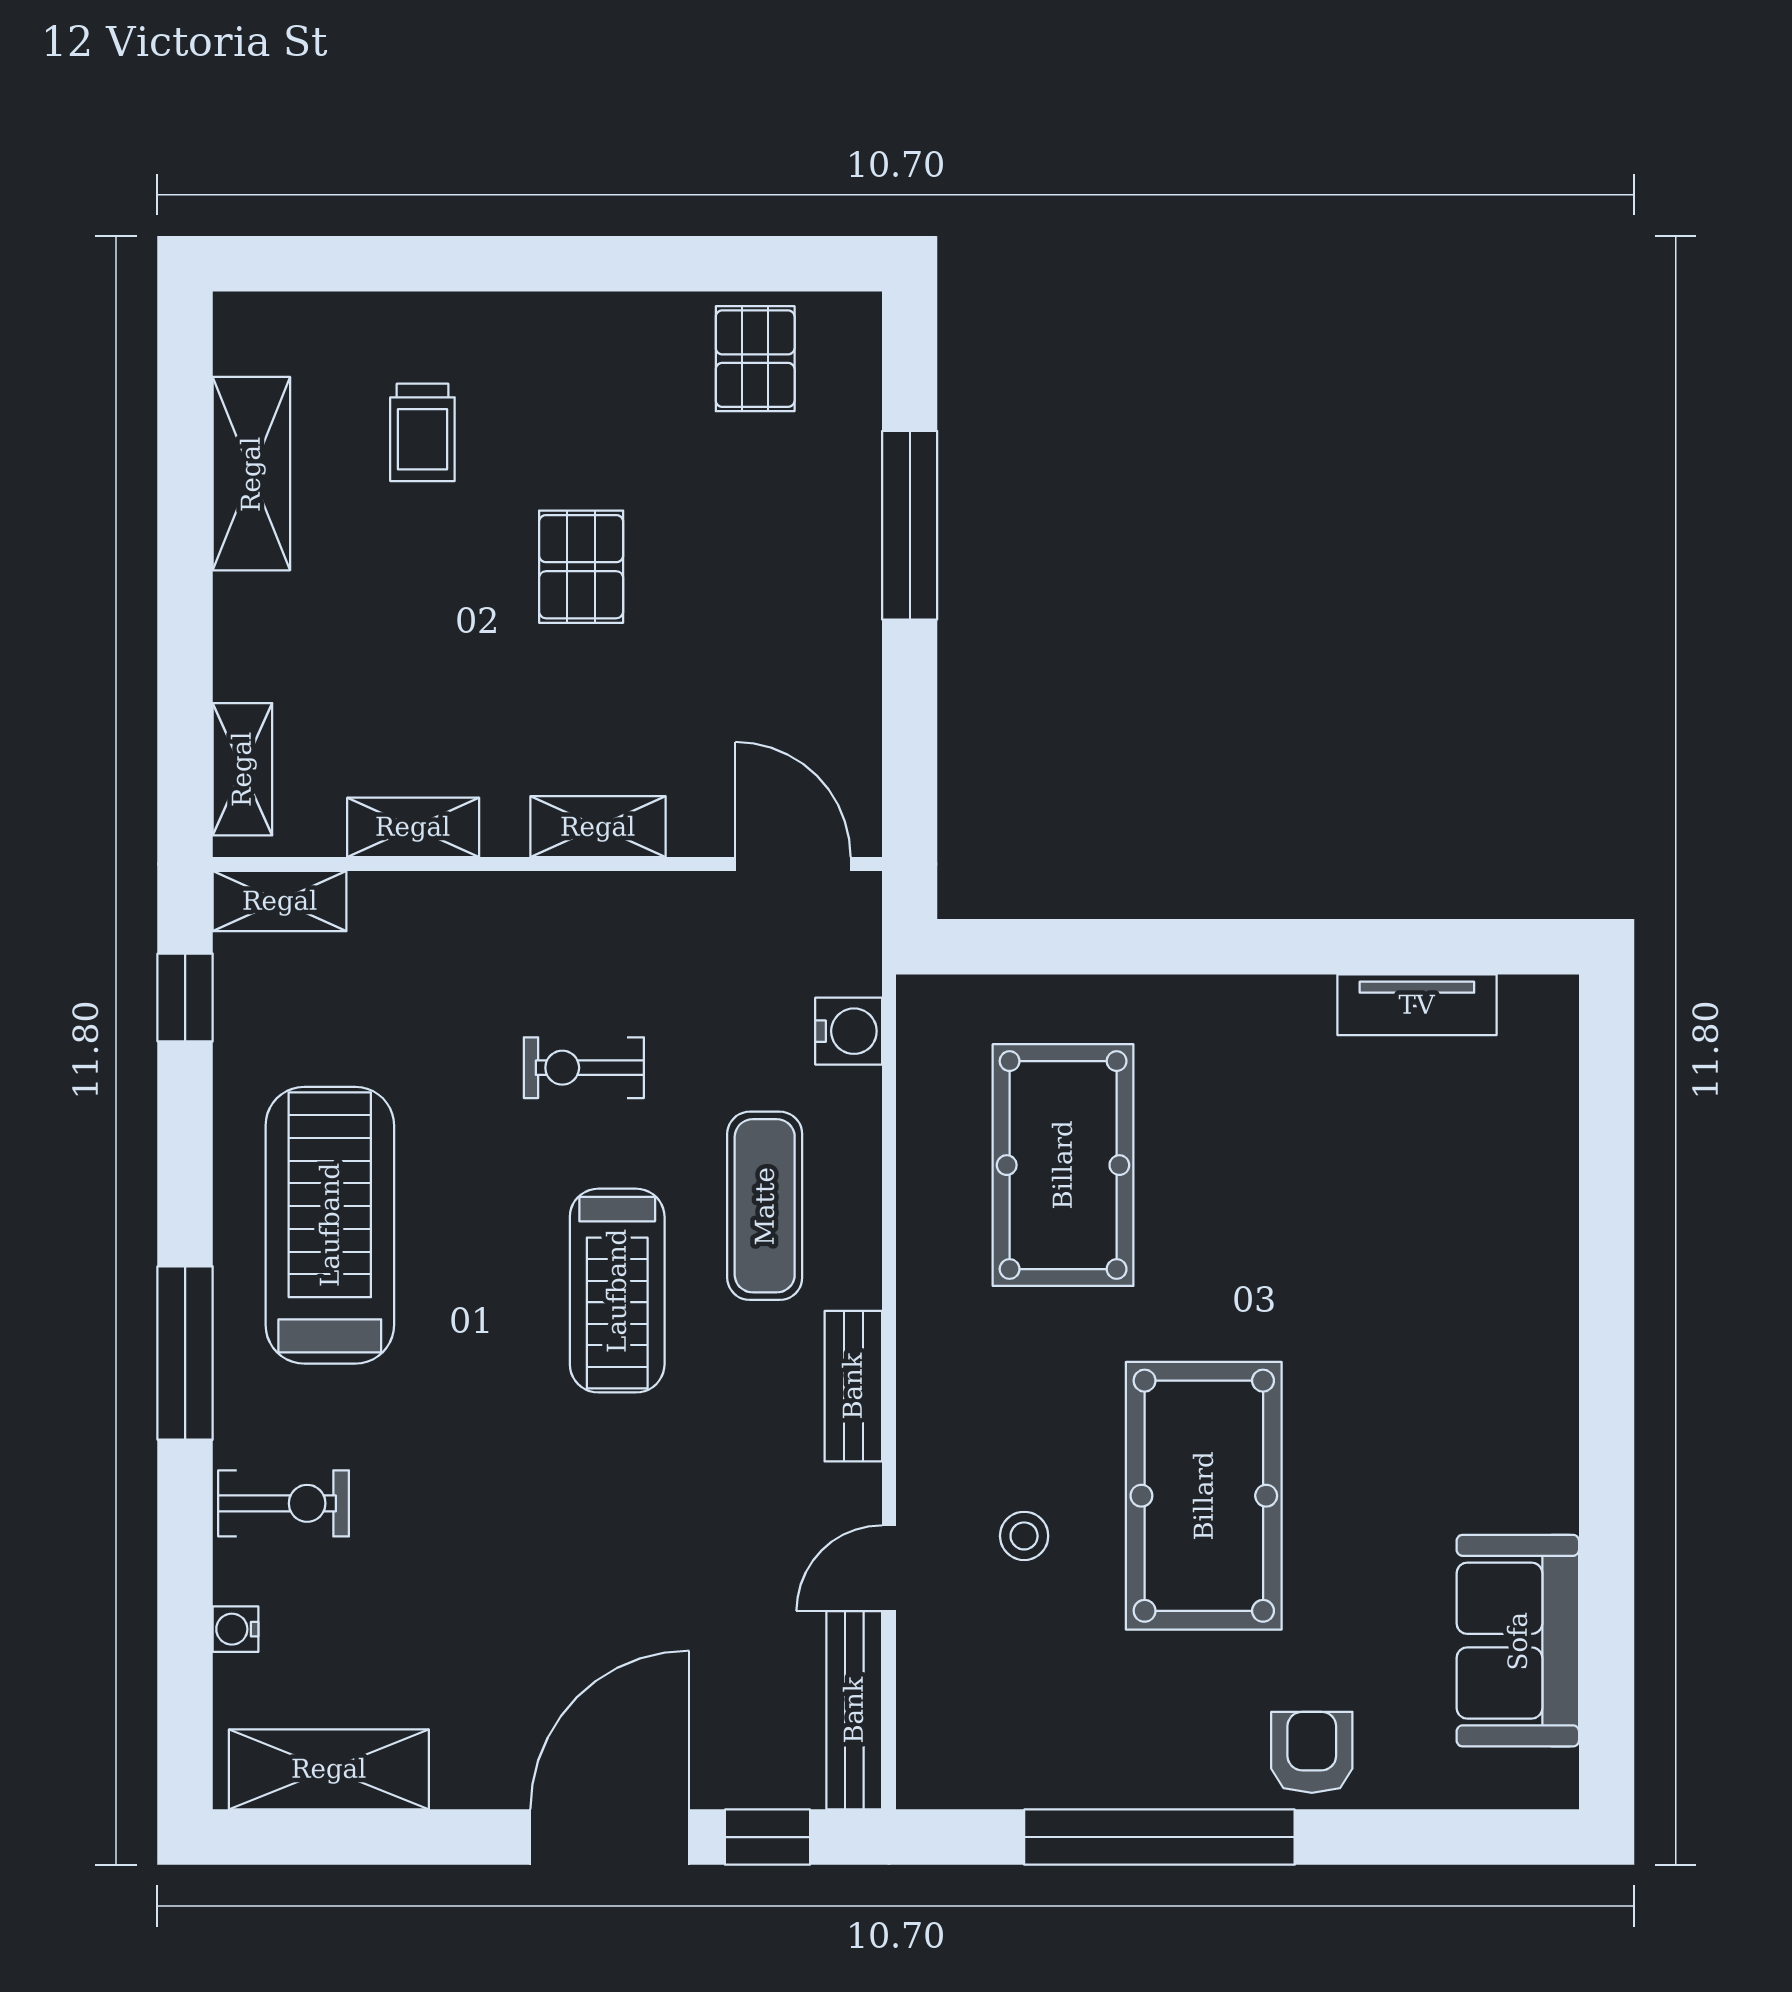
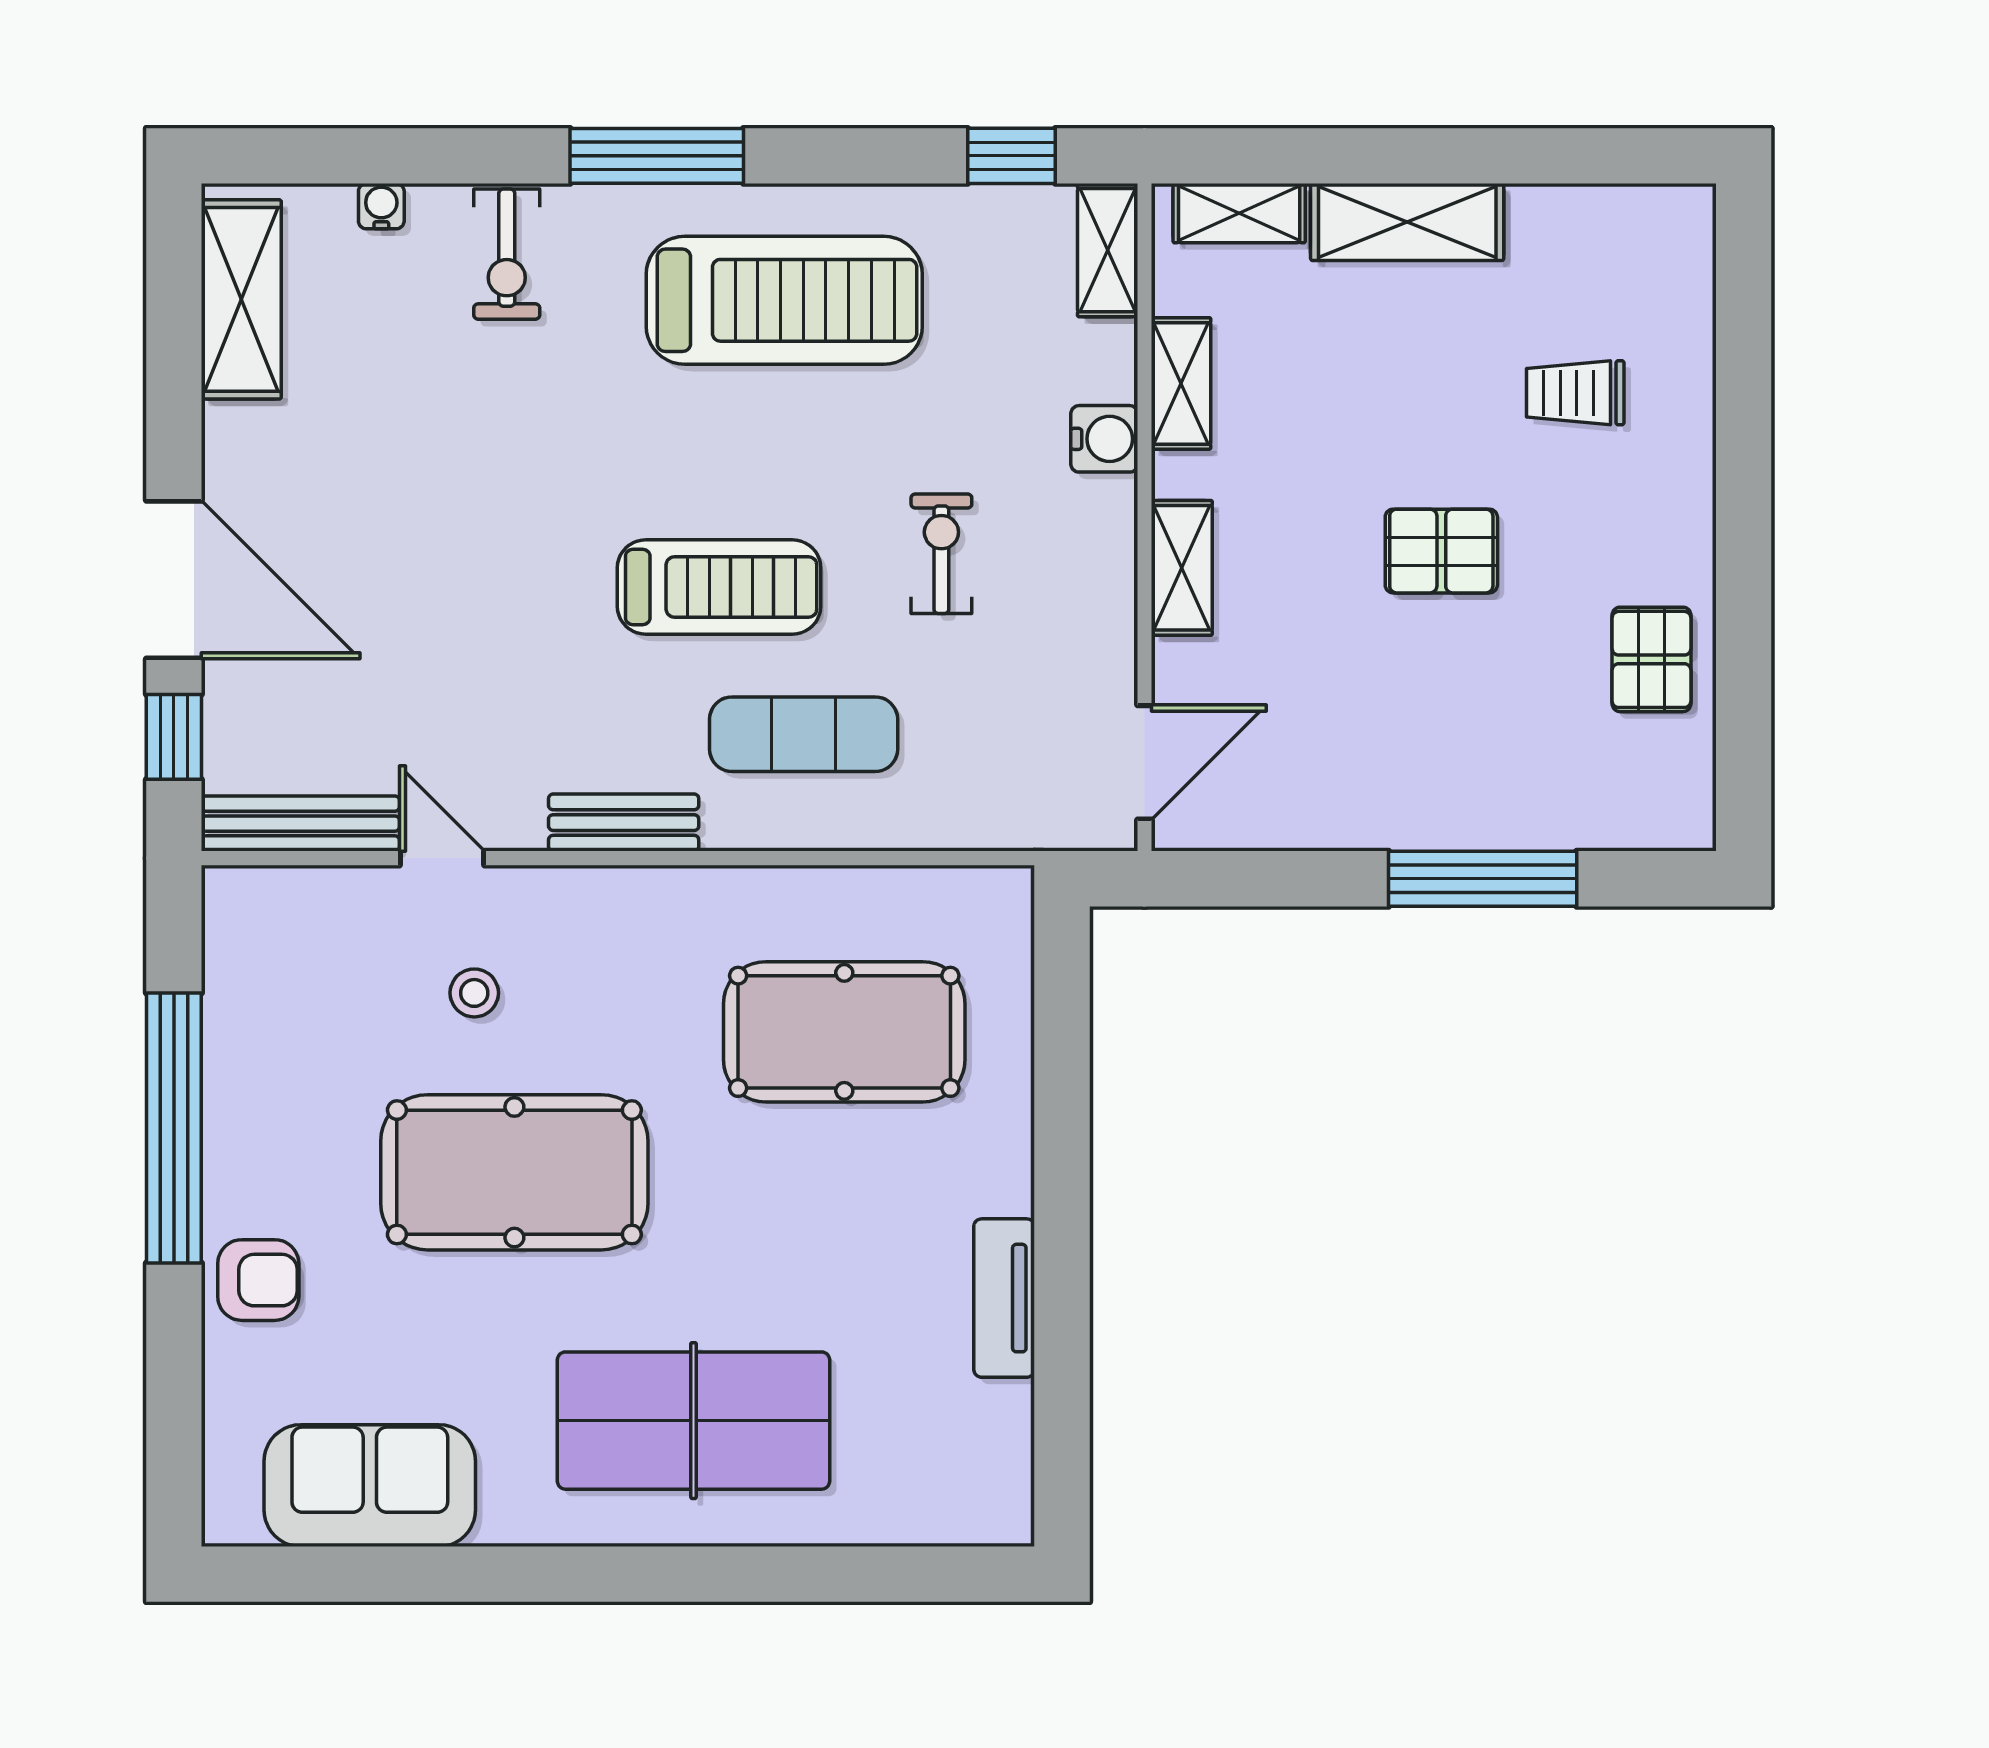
pallet: (755, 359) -> (1651, 659), moved, turned 90
shelving: (251, 474) -> (1407, 222), moved
tv unit: (1417, 1005) -> (1004, 1298), moved
water cooler: (849, 1031) -> (1104, 439), moved, turned -90
treadmill: (617, 1291) -> (719, 587), turned 180
table tennis table: (1453, 1316) -> (693, 1421), added

